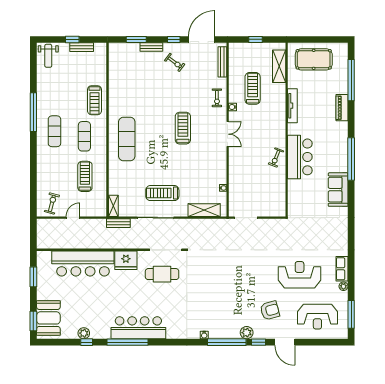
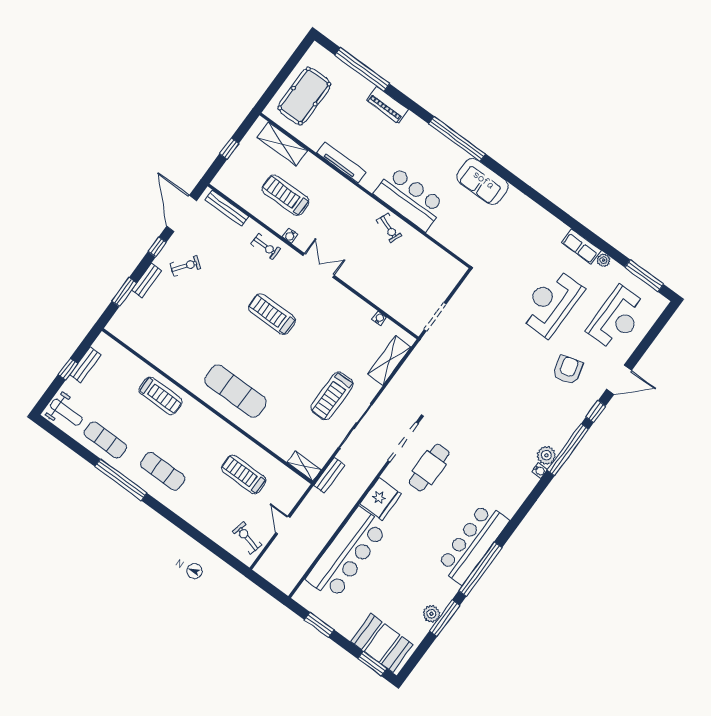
exercise mat: (84, 136) -> (105, 440), moved
plant: (247, 333) -> (546, 455), moved
window: (87, 342) -> (445, 618), width x2.17

